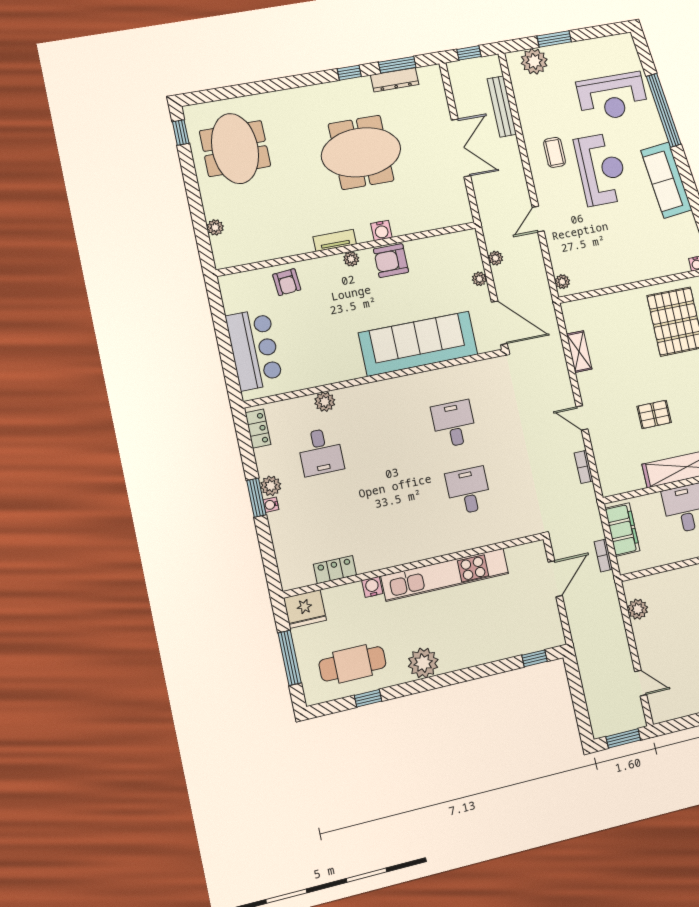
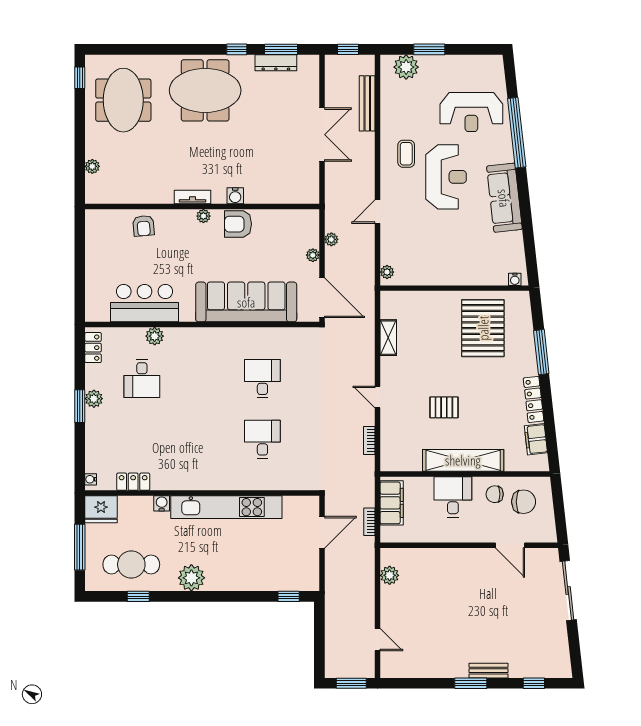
meeting table: (361, 152) -> (205, 90), moved
bar counter: (254, 349) -> (145, 303), moved, turned -90
water cooler: (271, 505) -> (91, 479), moved

